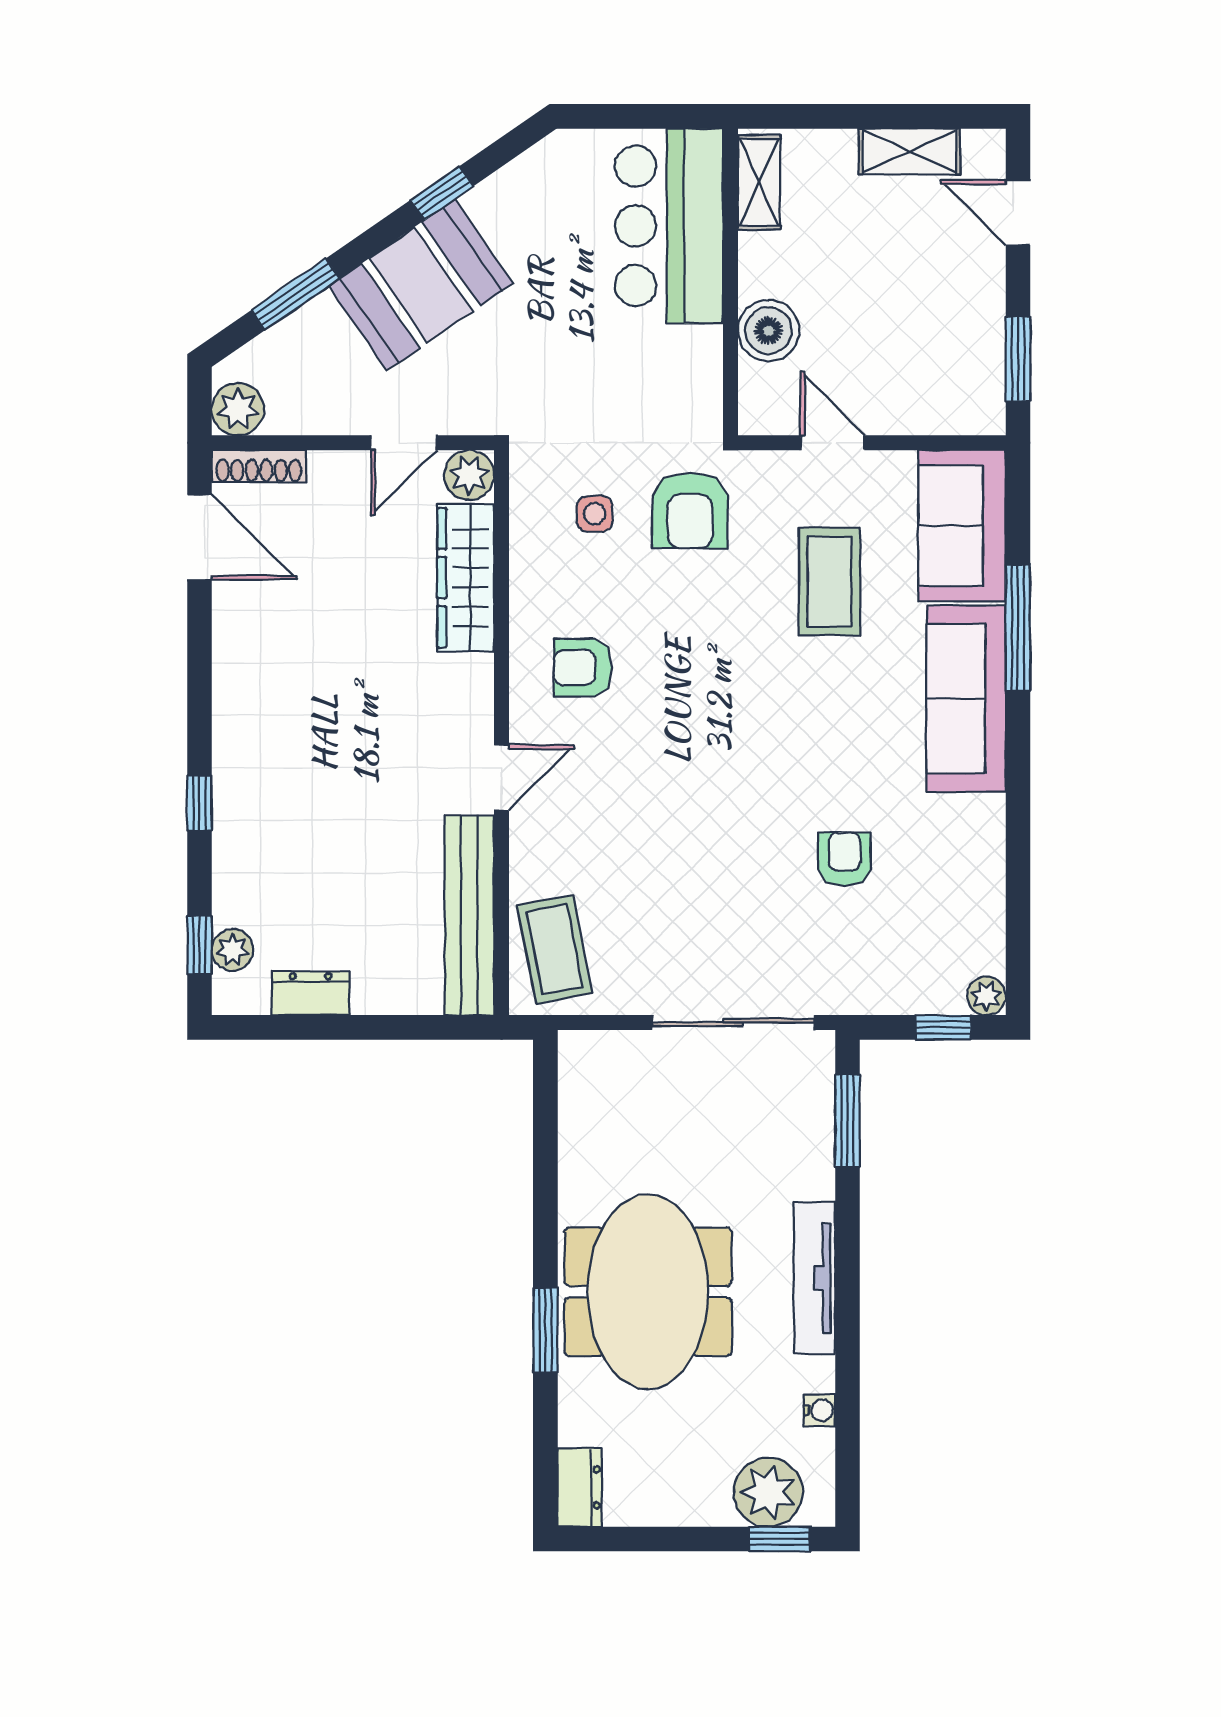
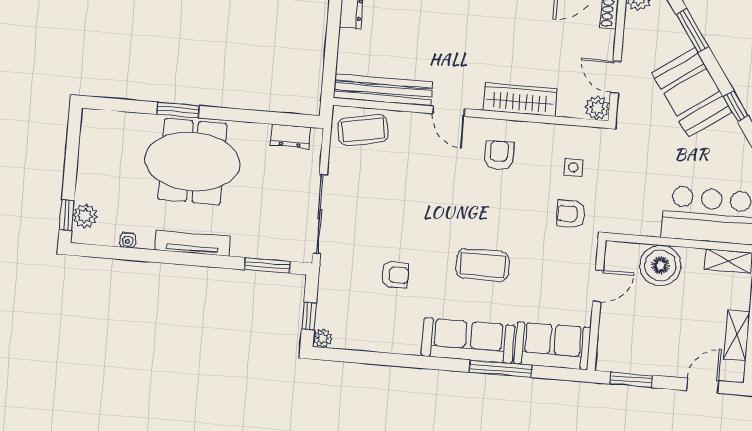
boiler: (769, 331) -> (660, 265), width x1.37, depth x1.37
armchair: (690, 511) -> (571, 214), width x0.72, depth x0.72
wardrobe: (466, 578) -> (520, 100), moved
coffee table: (830, 582) -> (483, 265), moved
dresser: (580, 1487) -> (290, 136), moved
plant: (768, 1492) -> (85, 216), width x0.73, depth x0.73

